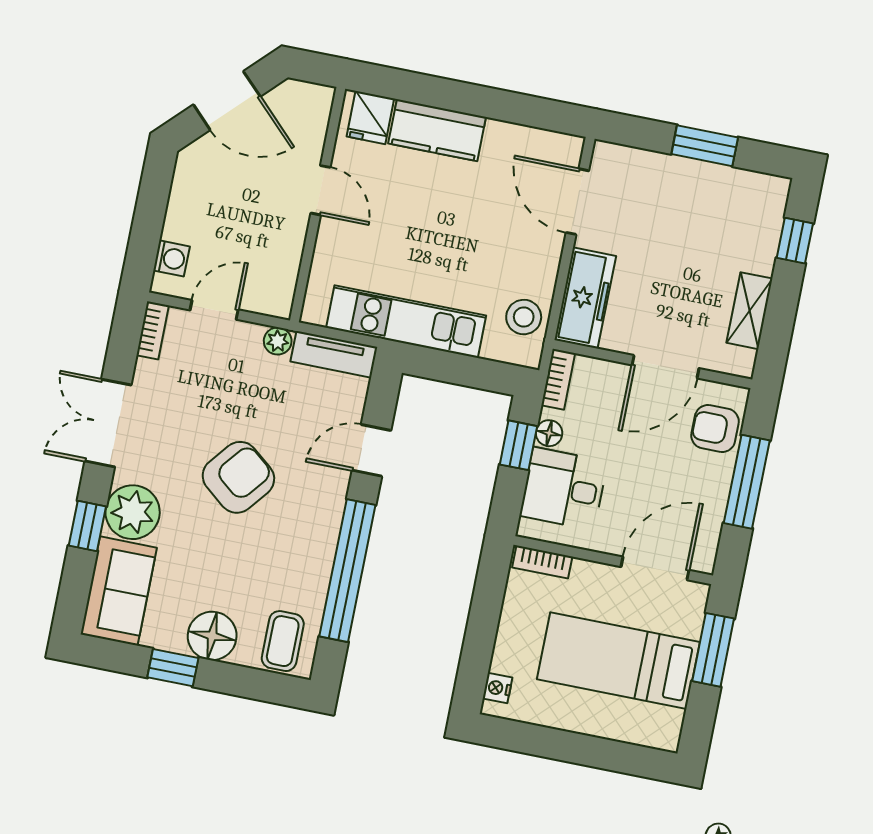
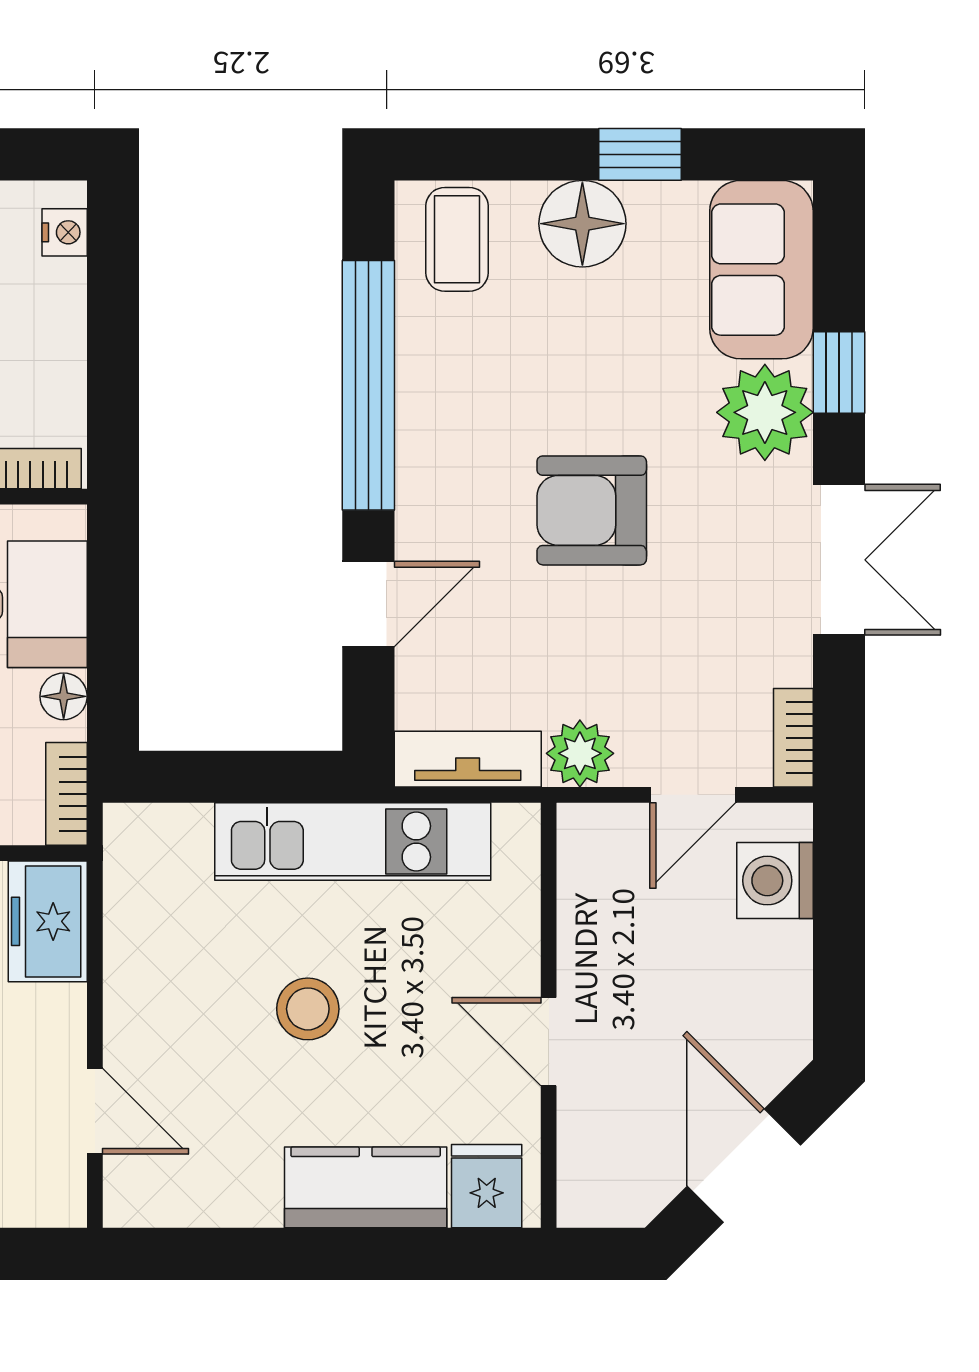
door: (227, 101) -> (744, 1166), hinge flipped
door: (577, 202) -> (95, 1111), width x0.73
washing machine: (172, 258) -> (775, 881), width x1.38, depth x1.38
freezer: (585, 298) -> (48, 921), width x0.71
stool: (524, 317) -> (308, 1009), moved
plant: (278, 341) -> (580, 753), width x1.38, depth x1.38
window: (518, 445) -> (113, 664), removed
armchair: (238, 477) -> (592, 510), turned 51

